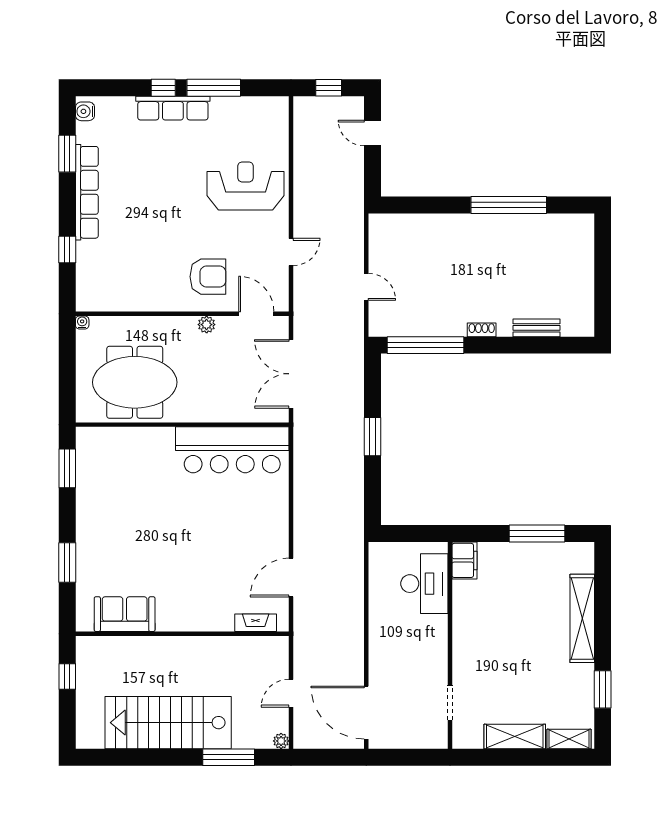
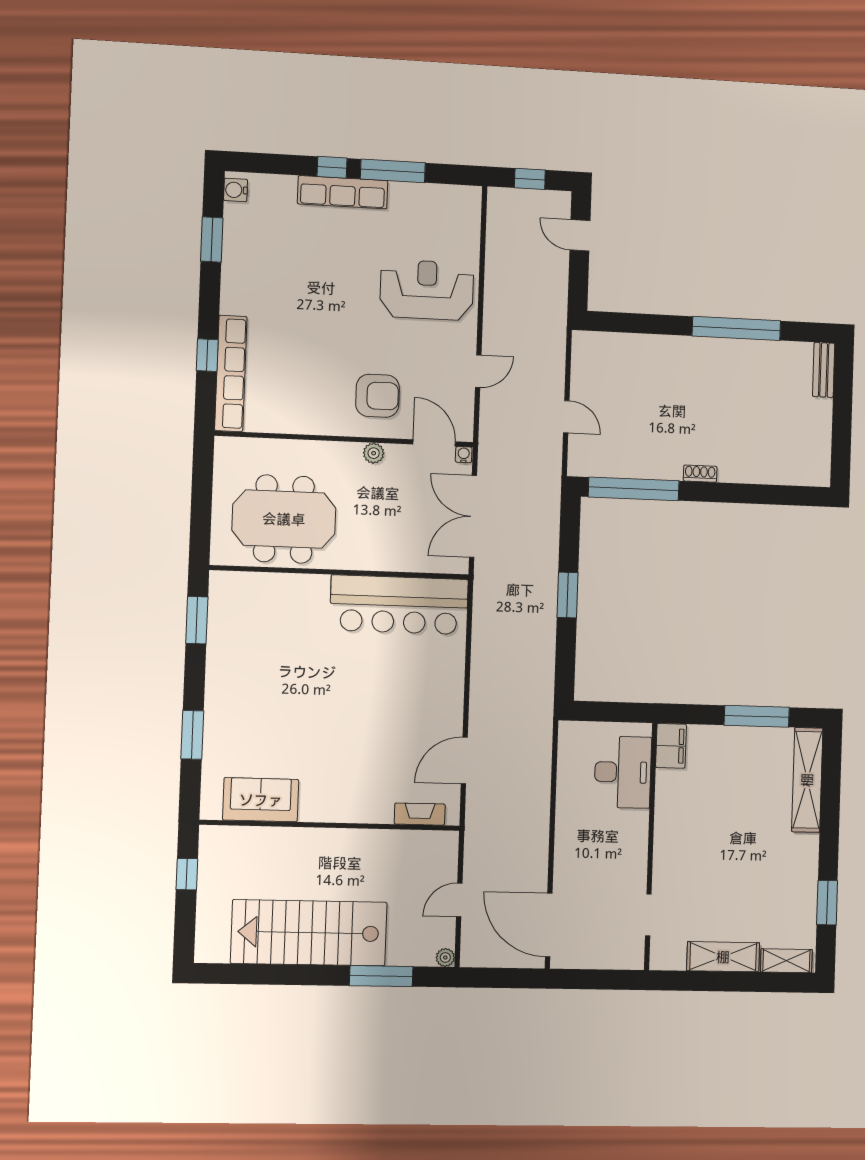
row of seats: (87, 192) -> (231, 373), moved
water cooler: (82, 322) -> (464, 455), moved
bench: (537, 328) -> (824, 370), moved, turned 90
shelving: (582, 618) -> (807, 780), moved

